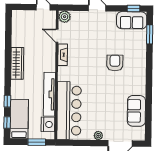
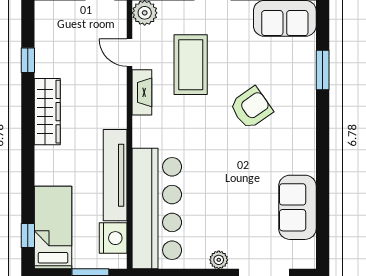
window: (150, 34) -> (323, 70), moved
coffee table: (86, 42) -> (191, 65), added
armchair: (115, 63) -> (251, 108), turned 55
window: (7, 101) -> (28, 60), moved

